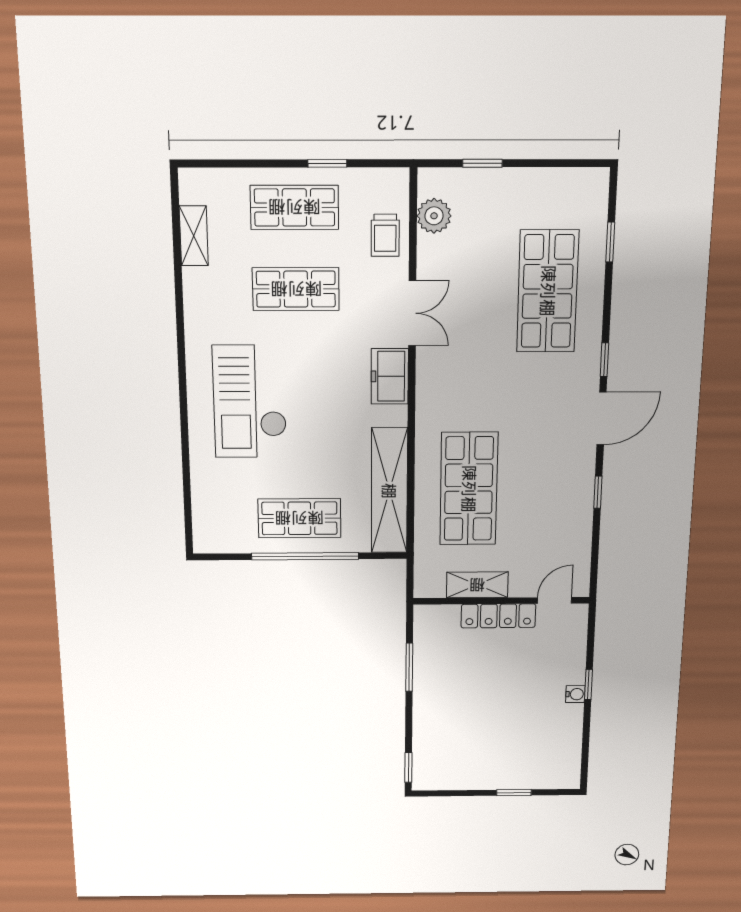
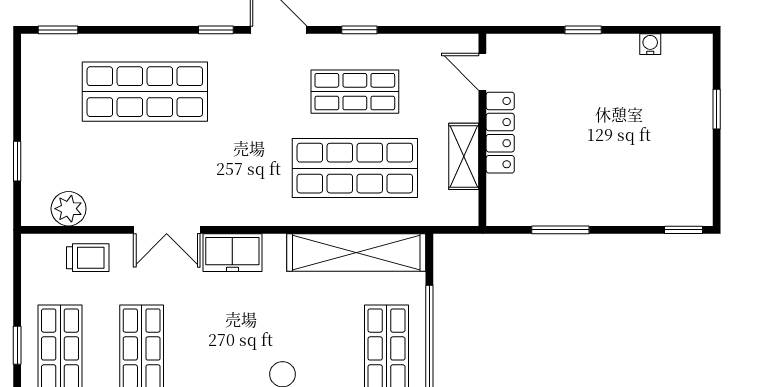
window: (327, 163) -> (17, 345), moved
window: (610, 242) -> (58, 30), moved
double door: (412, 313) -> (167, 230), swing flipped
shop shelf: (540, 488) -> (355, 92), added
water cooler: (575, 694) -> (650, 44), moved

